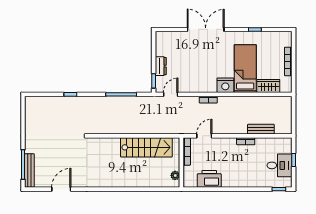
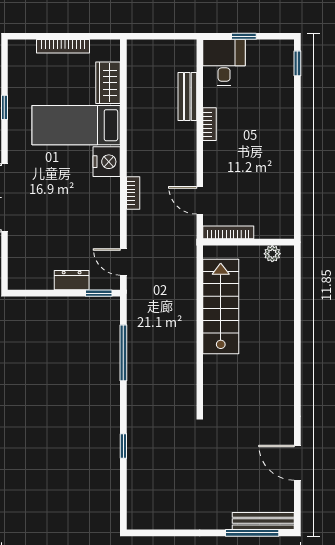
desk: (280, 165) -> (224, 62), moved
printer: (209, 179) -> (278, 191), removed

